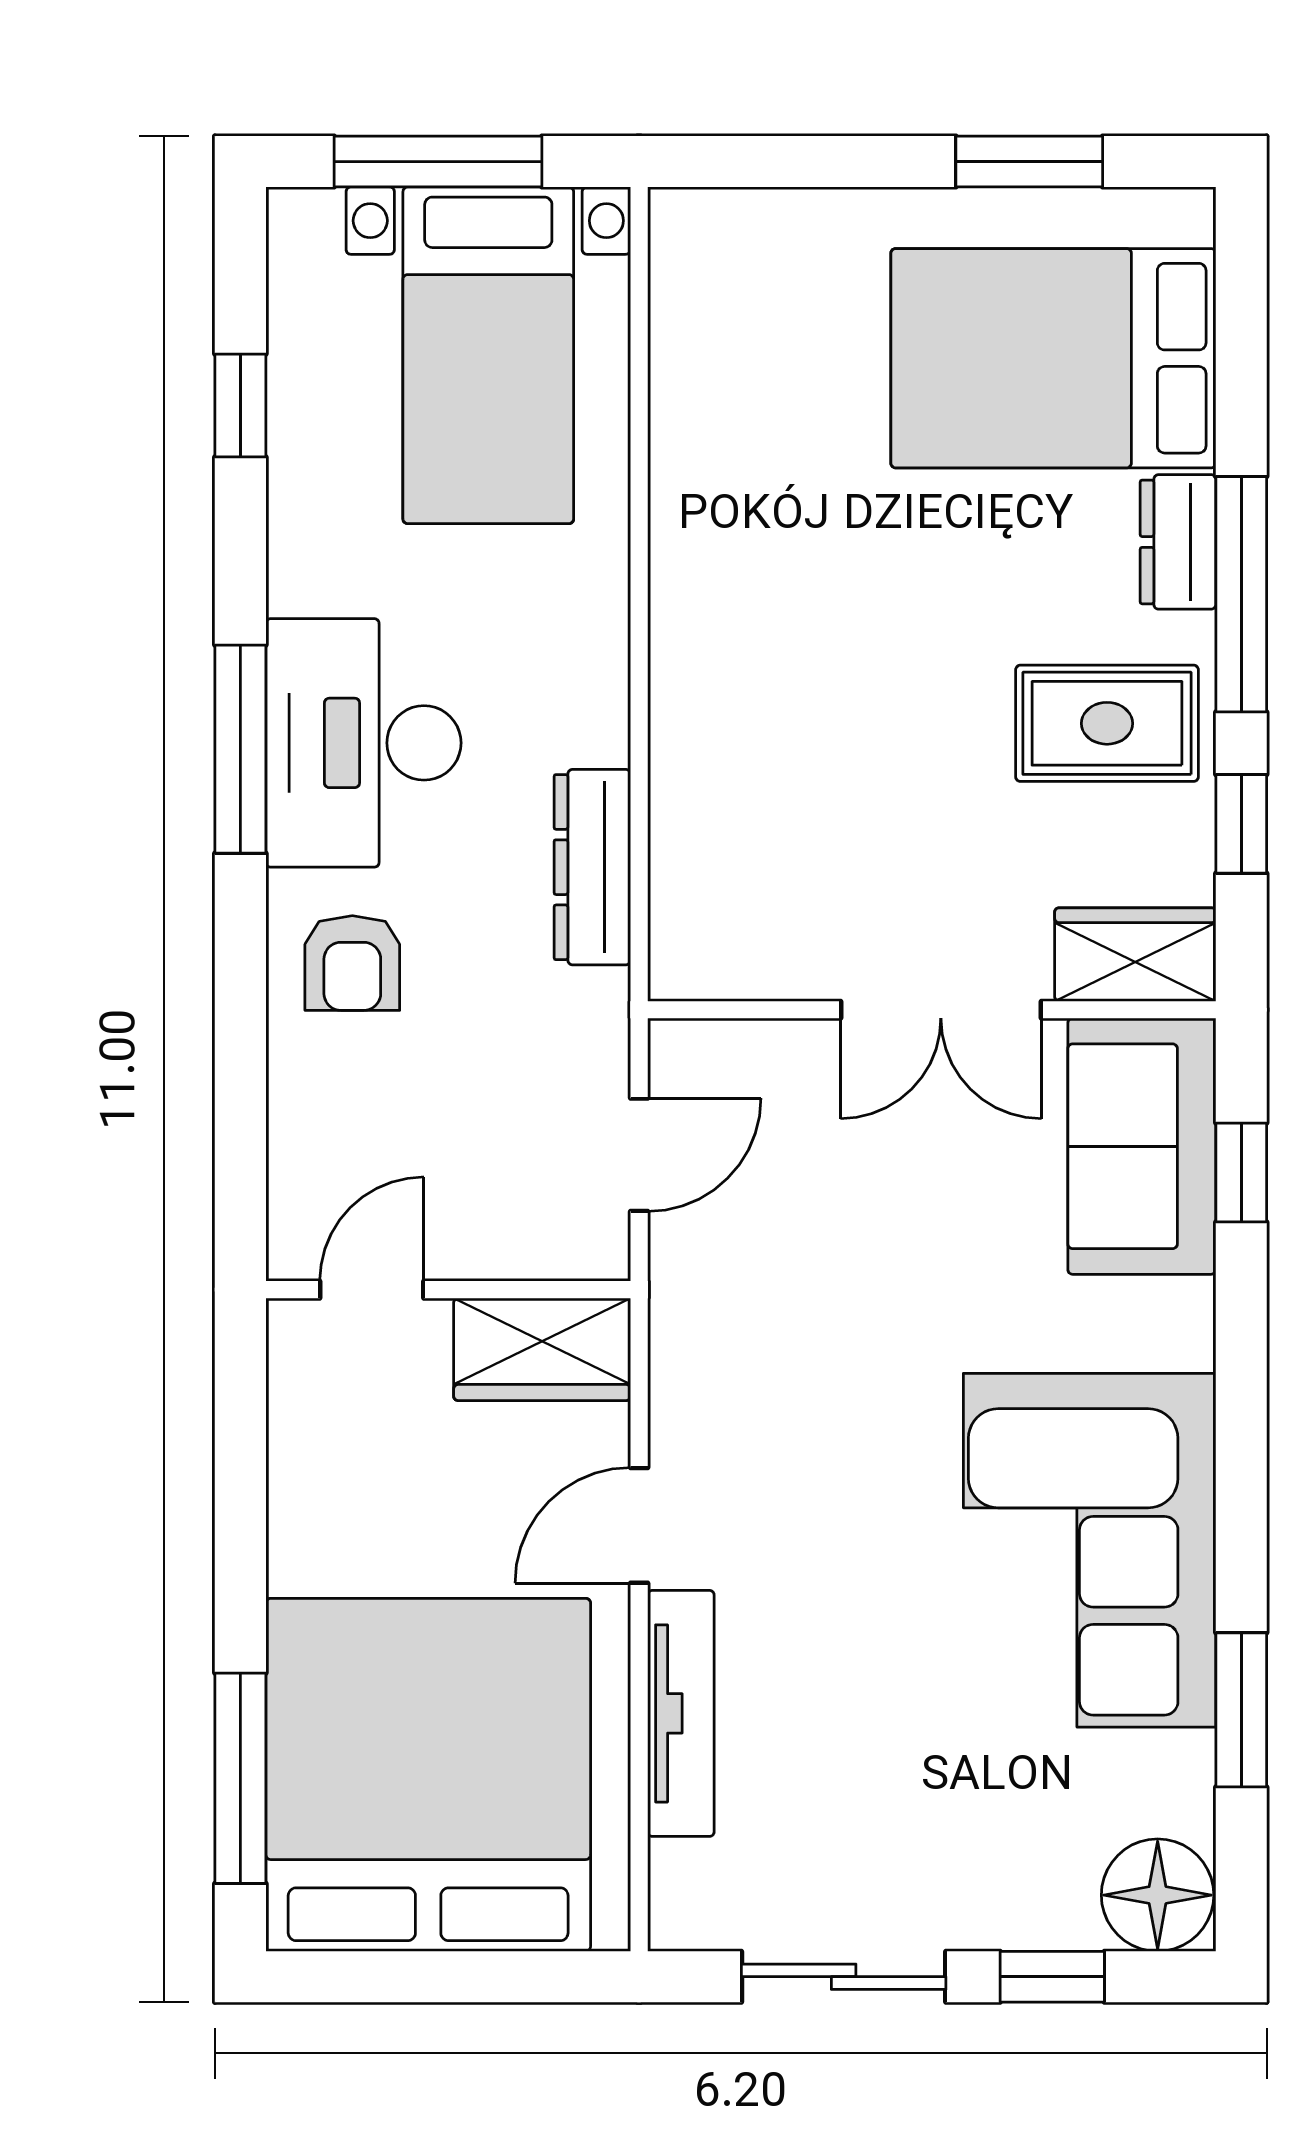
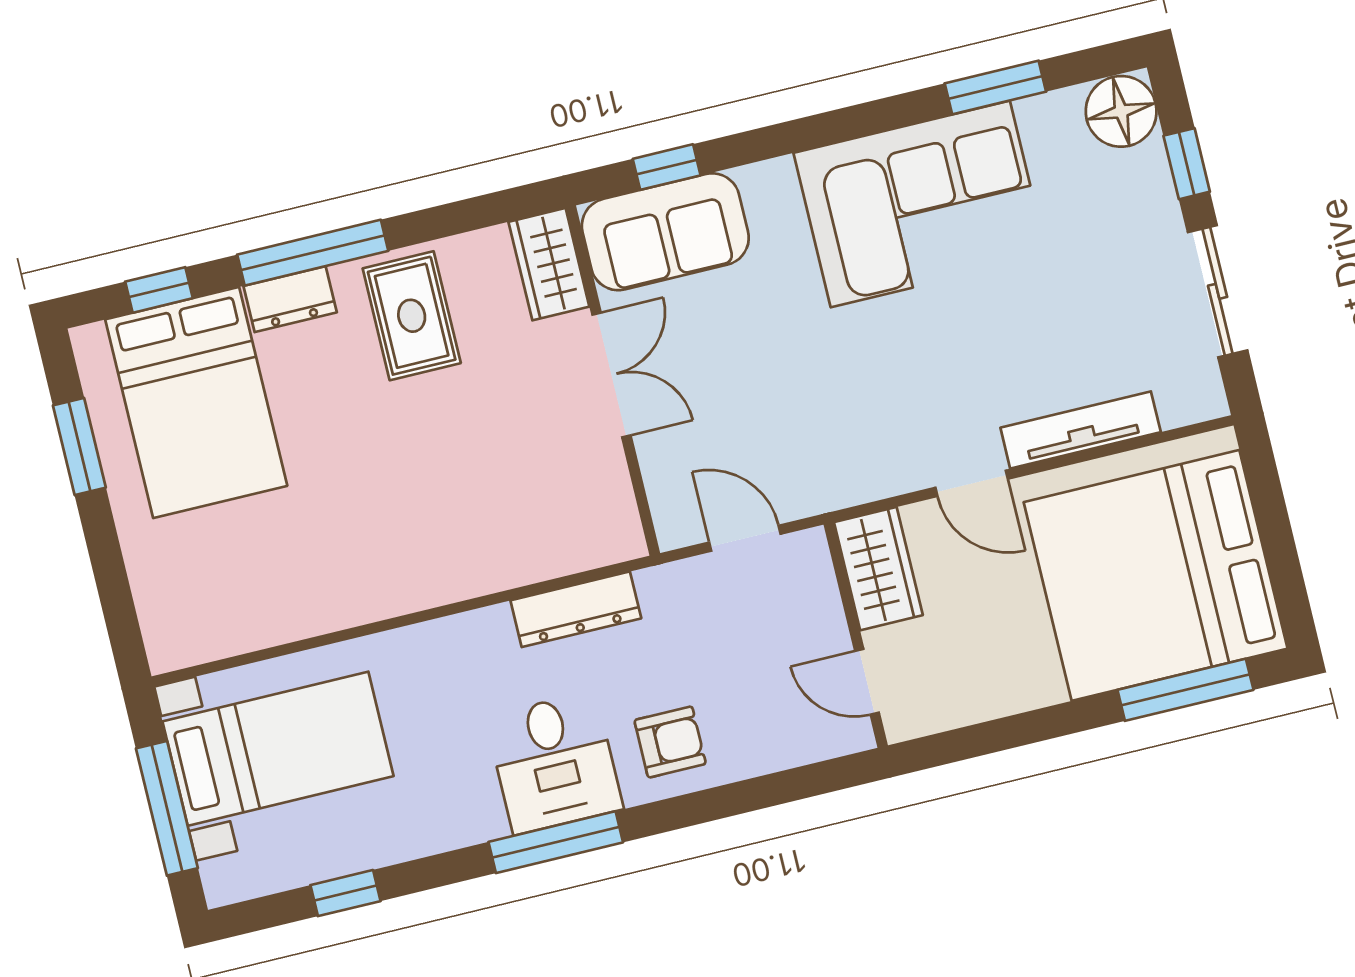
desk: (363, 743) -> (554, 763), width x0.73
window: (1241, 824) -> (159, 290), moved

